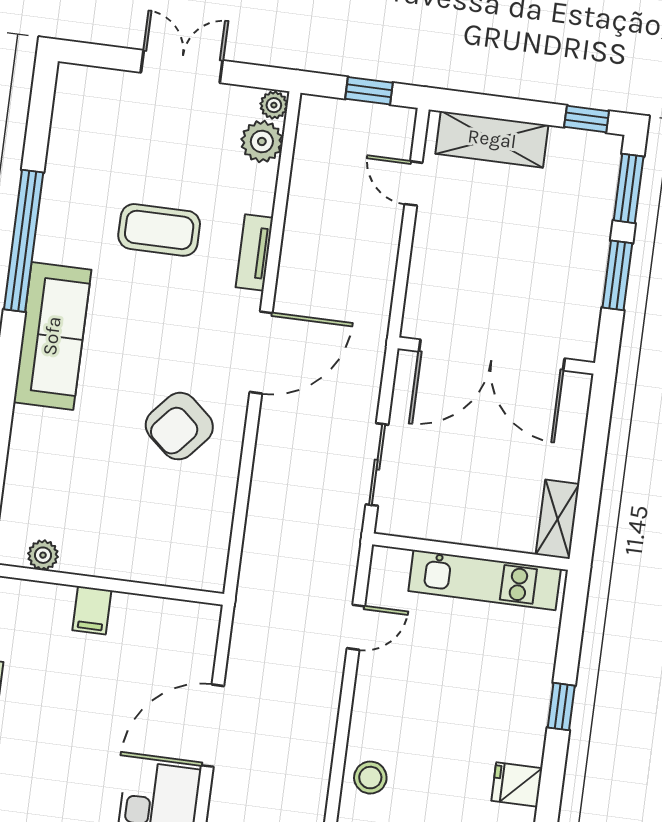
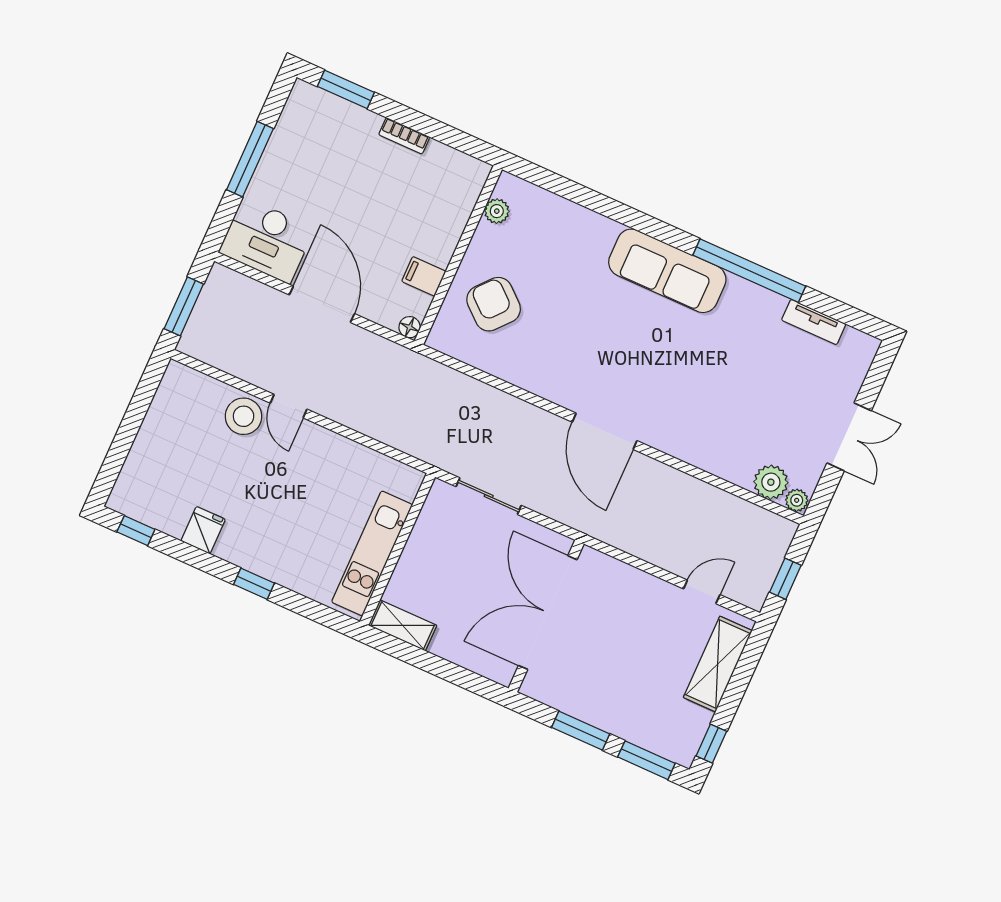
coffee table: (159, 230) -> (726, 380), removed
tv unit: (254, 252) -> (814, 322), moved, turned 180
armchair: (179, 426) -> (494, 304), moved
filing cabinet: (92, 610) -> (424, 276), moved
floor lamp: (208, 616) -> (410, 327), added
door: (356, 627) -> (289, 406), moved
stool: (370, 778) -> (244, 416), width x1.38, depth x1.38

